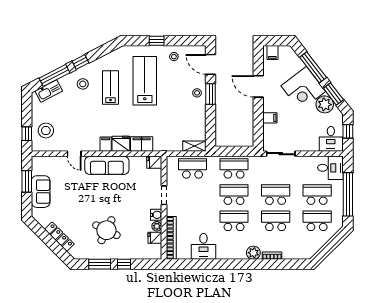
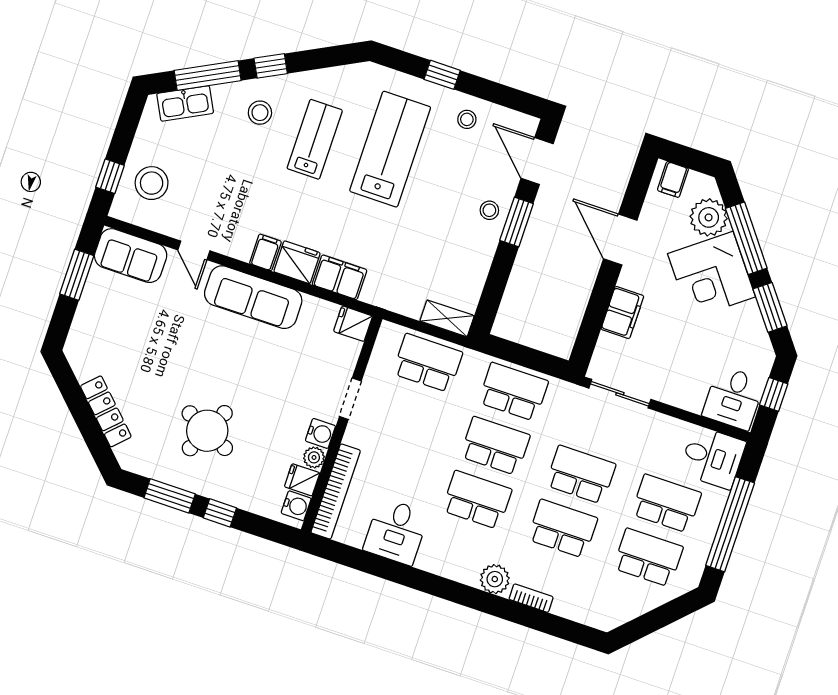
plant: (325, 104) -> (709, 217), moved
filing cabinet: (270, 118) -> (622, 313), width x2.00
sofa: (41, 192) -> (131, 256), moved, turned 90
water cooler: (156, 250) -> (296, 506), added

